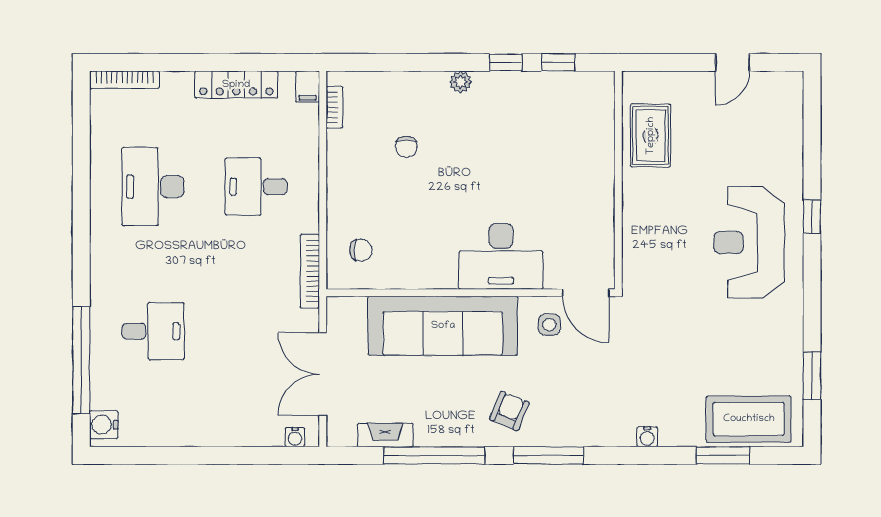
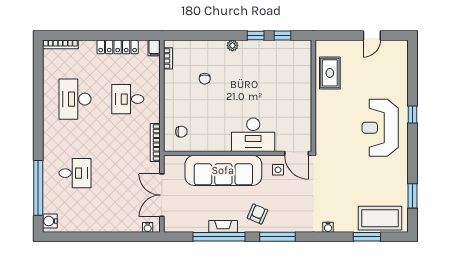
fireplace: (385, 435) -> (223, 226), moved

